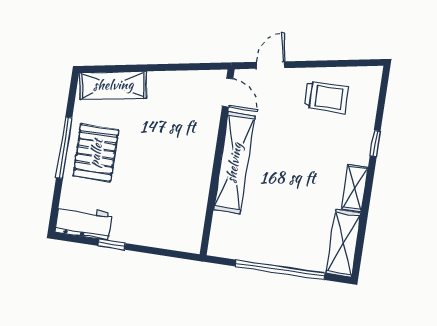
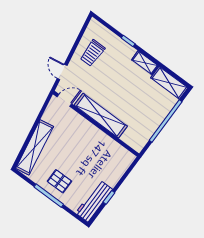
shelving: (113, 85) -> (35, 147), width x1.47
trolley: (326, 97) -> (92, 53), turned 180
pallet: (96, 153) -> (59, 181), width x0.67, depth x0.71
workbench: (83, 223) -> (94, 201), width x1.38

